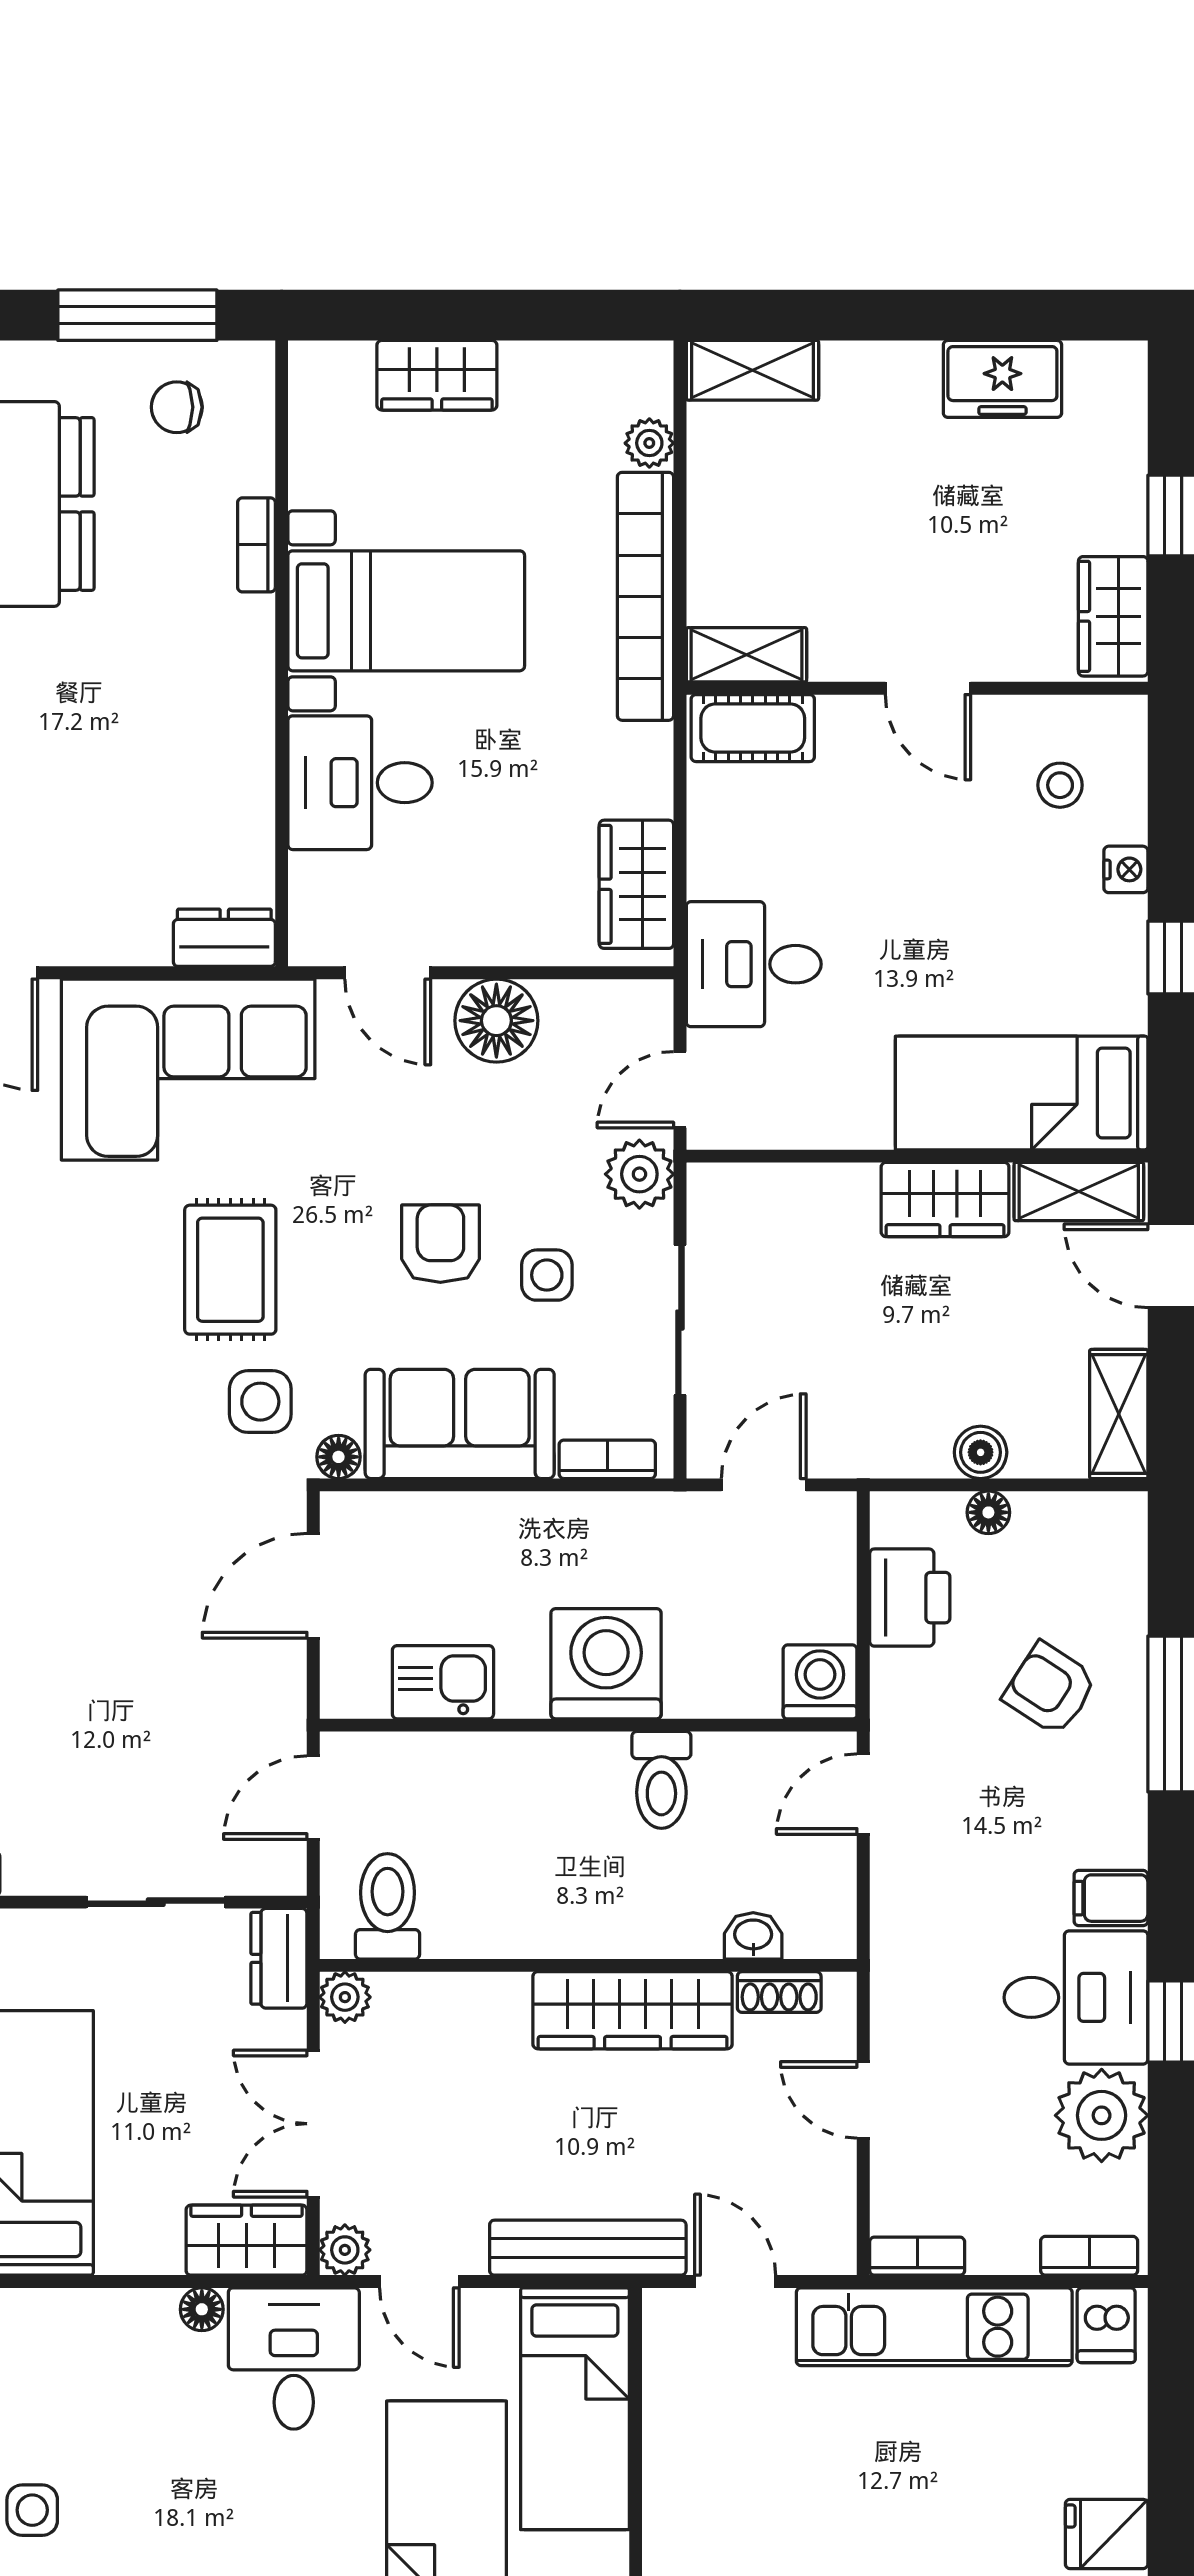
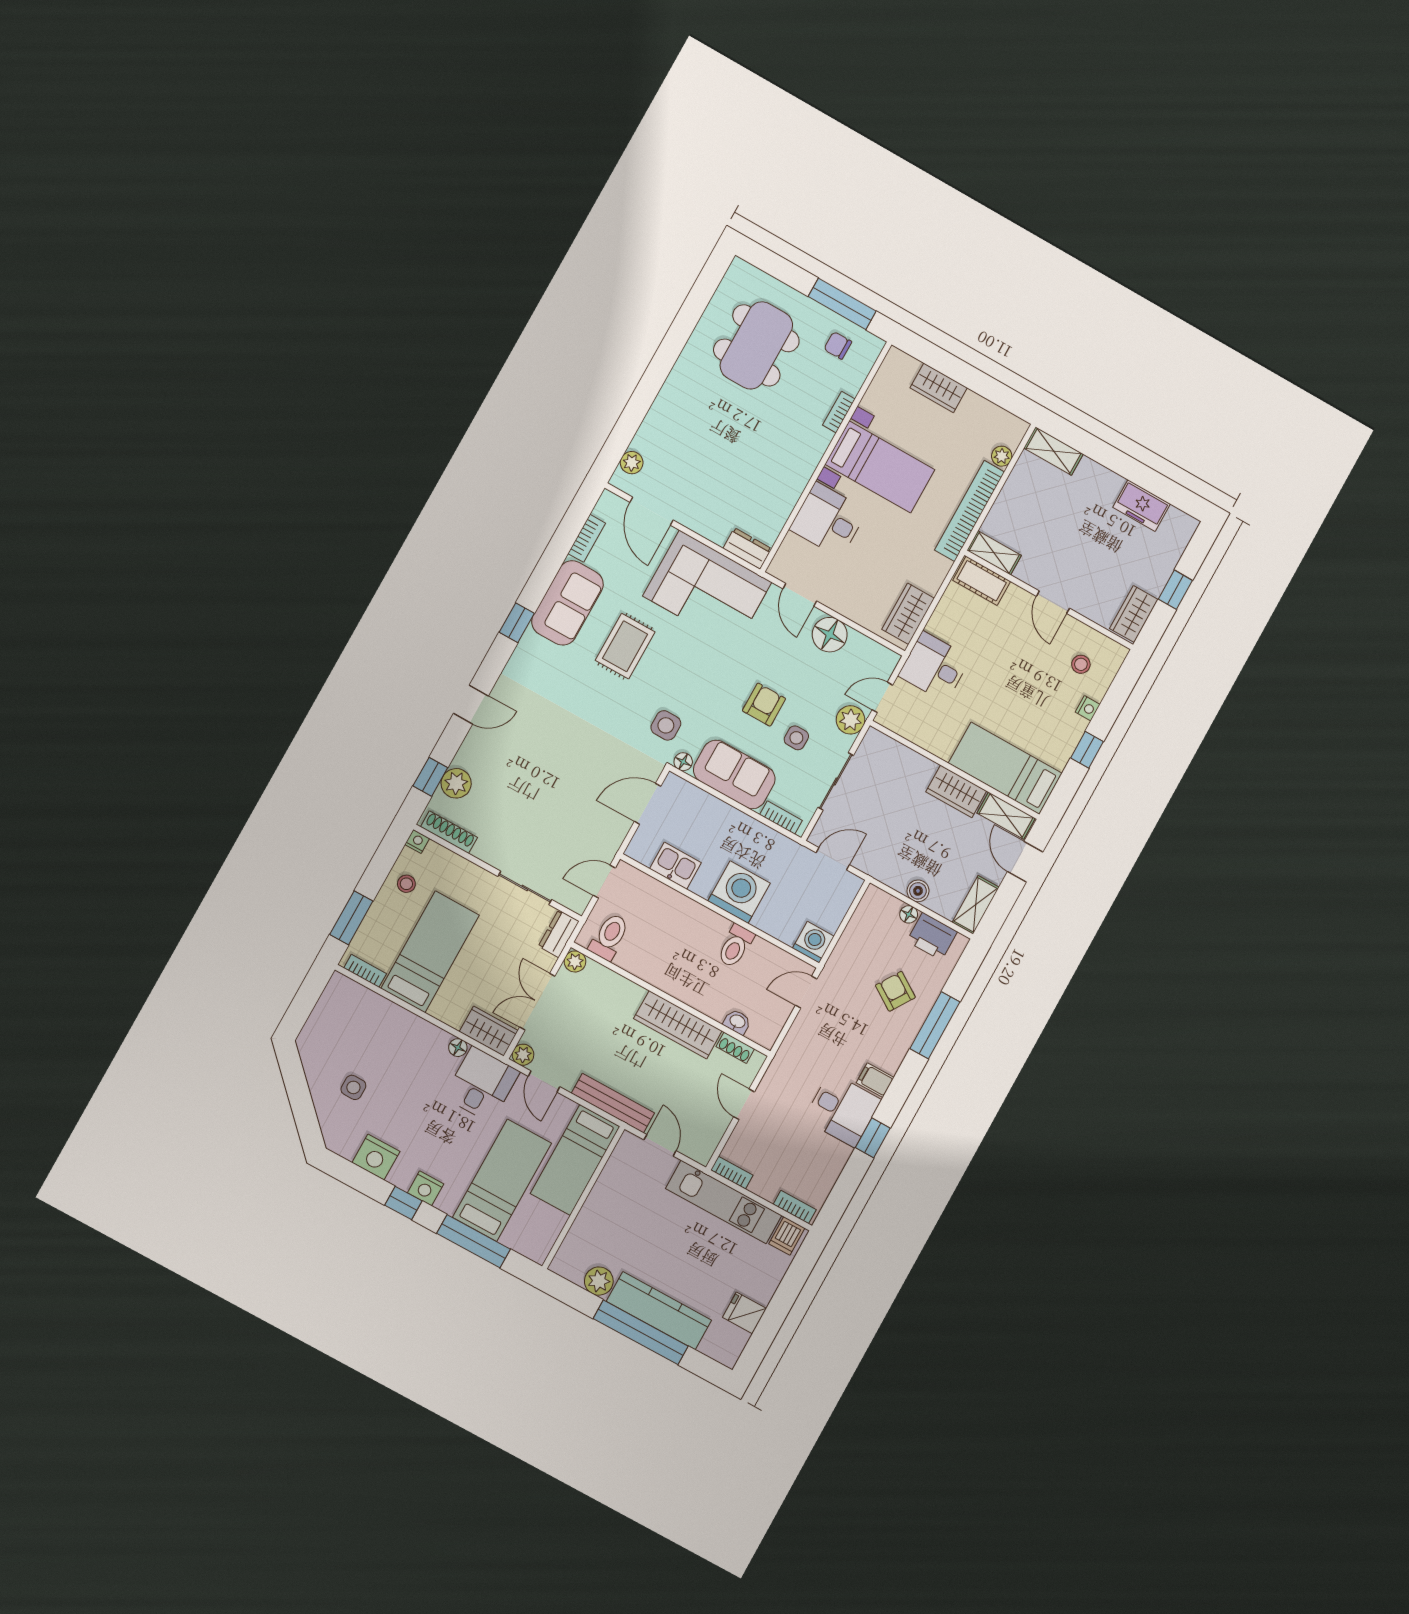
rug: (230, 1270) -> (625, 646), moved
printer: (910, 1598) -> (932, 936), moved, turned 90
plant: (1102, 2115) -> (828, 1158), removed

